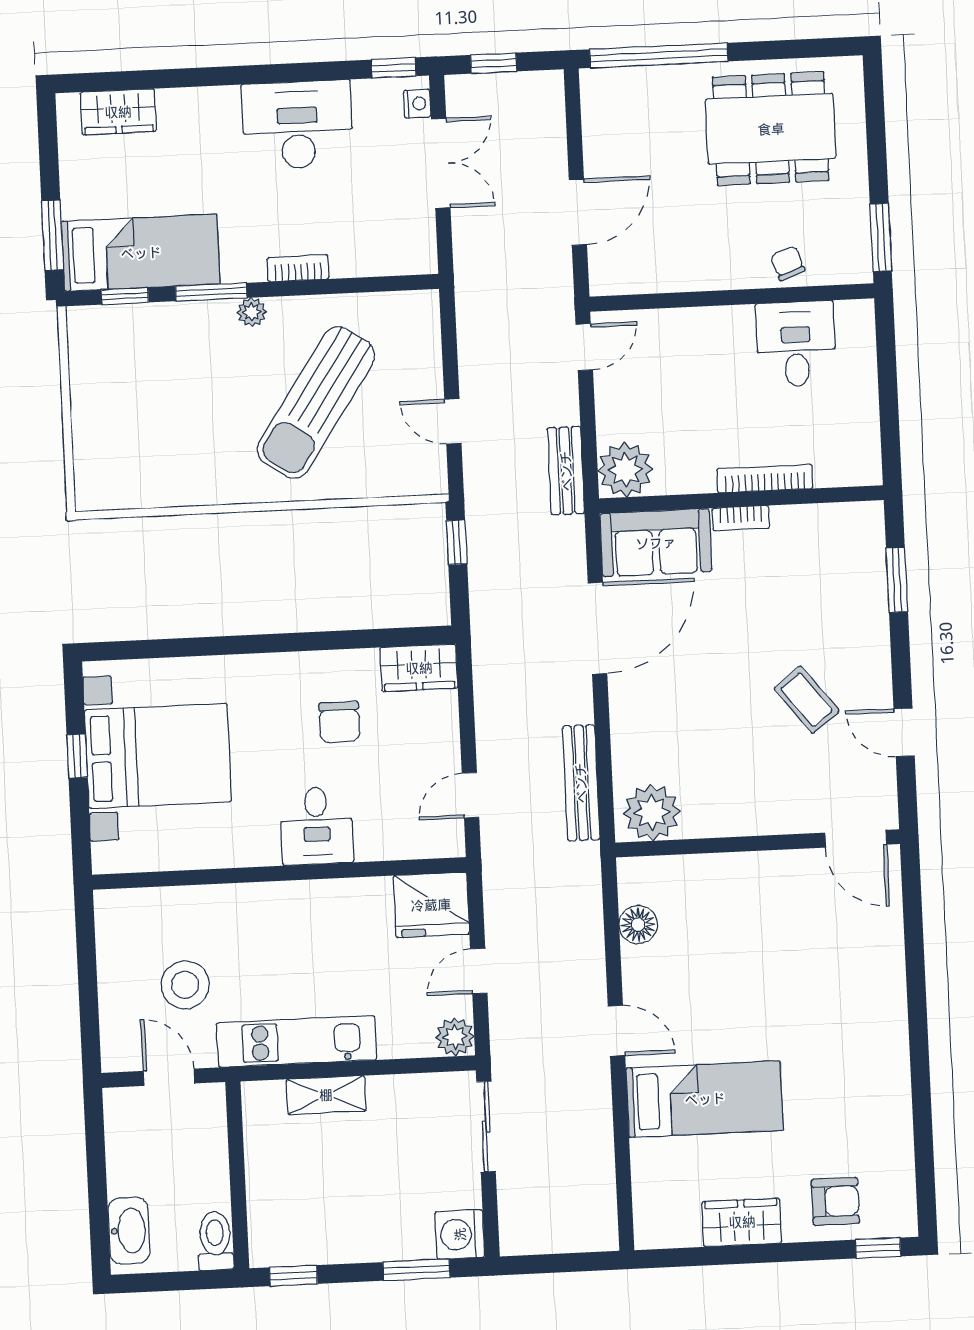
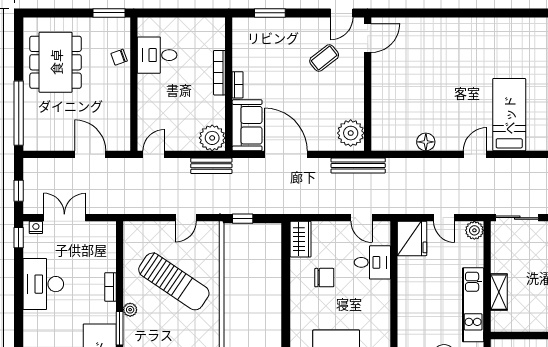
door: (584, 347) -> (154, 154), hinge flipped
plant: (652, 812) -> (351, 133), moved
desk: (317, 826) -> (372, 262), moved
door: (856, 839) -> (368, 38), moved
wall: (758, 843) -> (368, 84), moved

